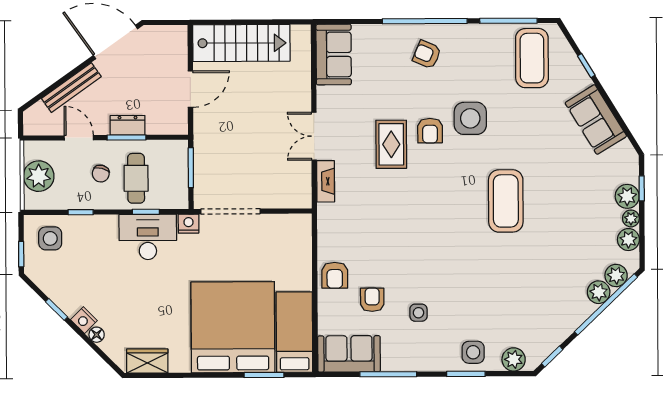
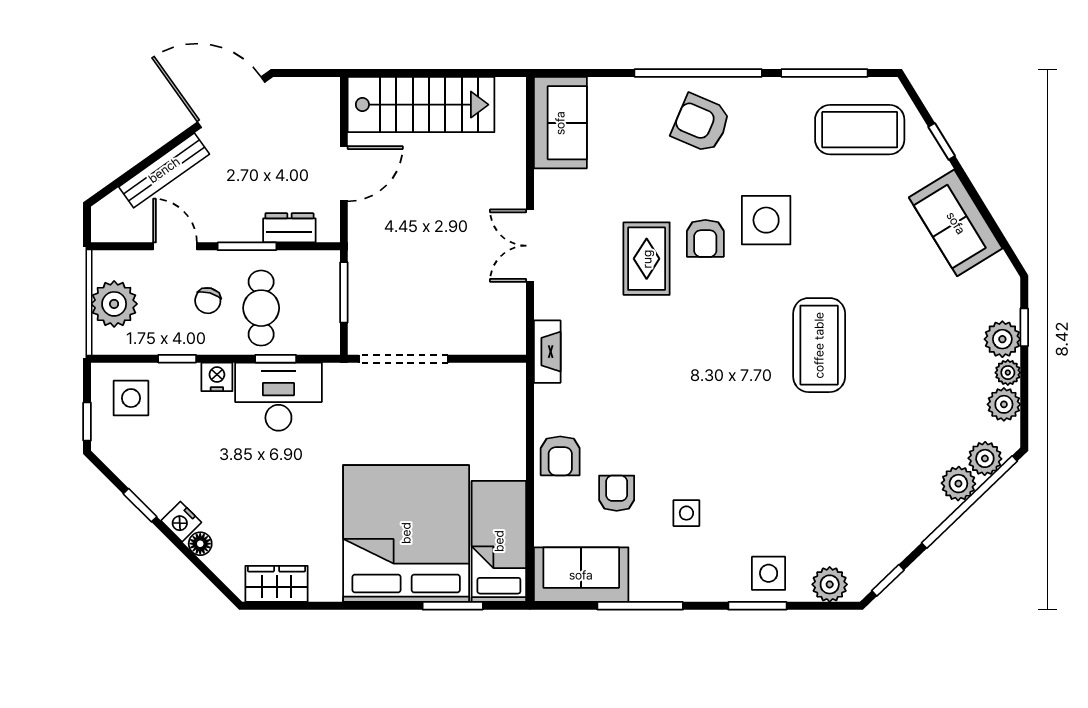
armchair: (427, 54) -> (701, 123), width x1.38, depth x1.38
coffee table: (532, 58) -> (860, 130), turned 90
dresser: (128, 125) -> (289, 228), moved
fireplace: (326, 181) -> (547, 352), moved
nightstand: (189, 224) -> (217, 377), moved

